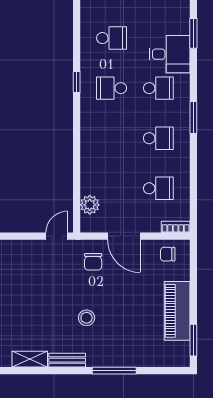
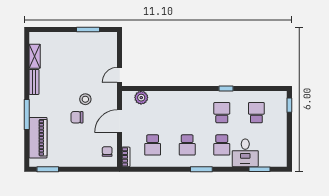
school desk: (112, 38) -> (256, 113), turned 180
door: (57, 236) -> (120, 75), swing flipped
chair: (93, 262) -> (77, 117), moved
piano: (177, 311) -> (38, 138), moved, turned 90
stool: (87, 318) -> (85, 99), moved

